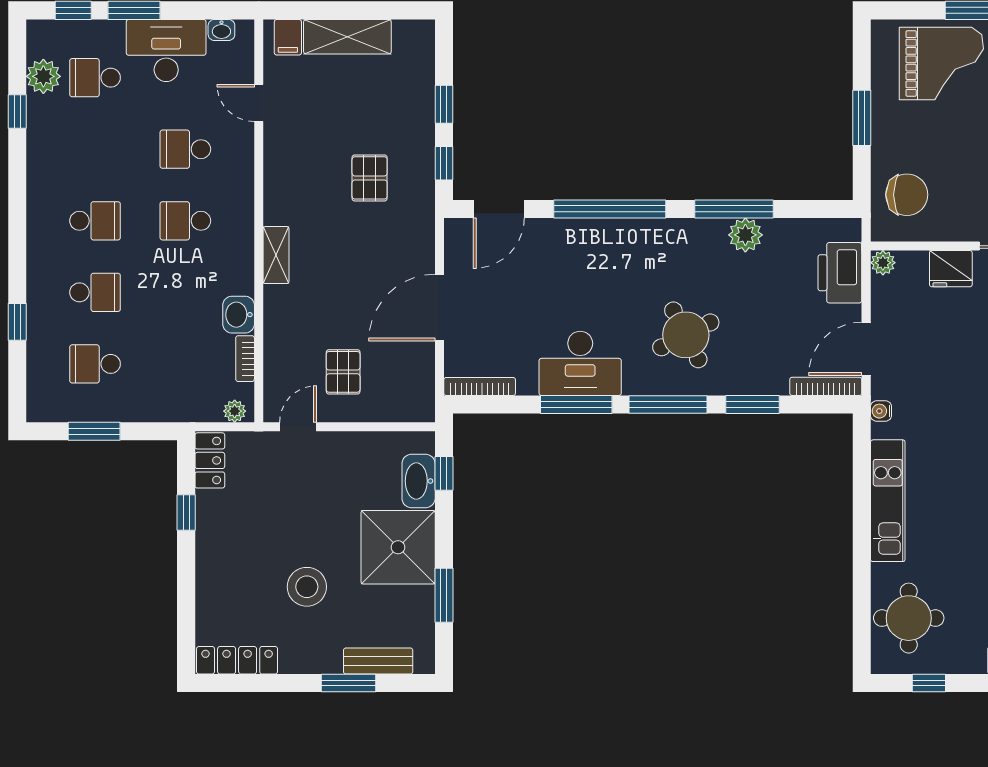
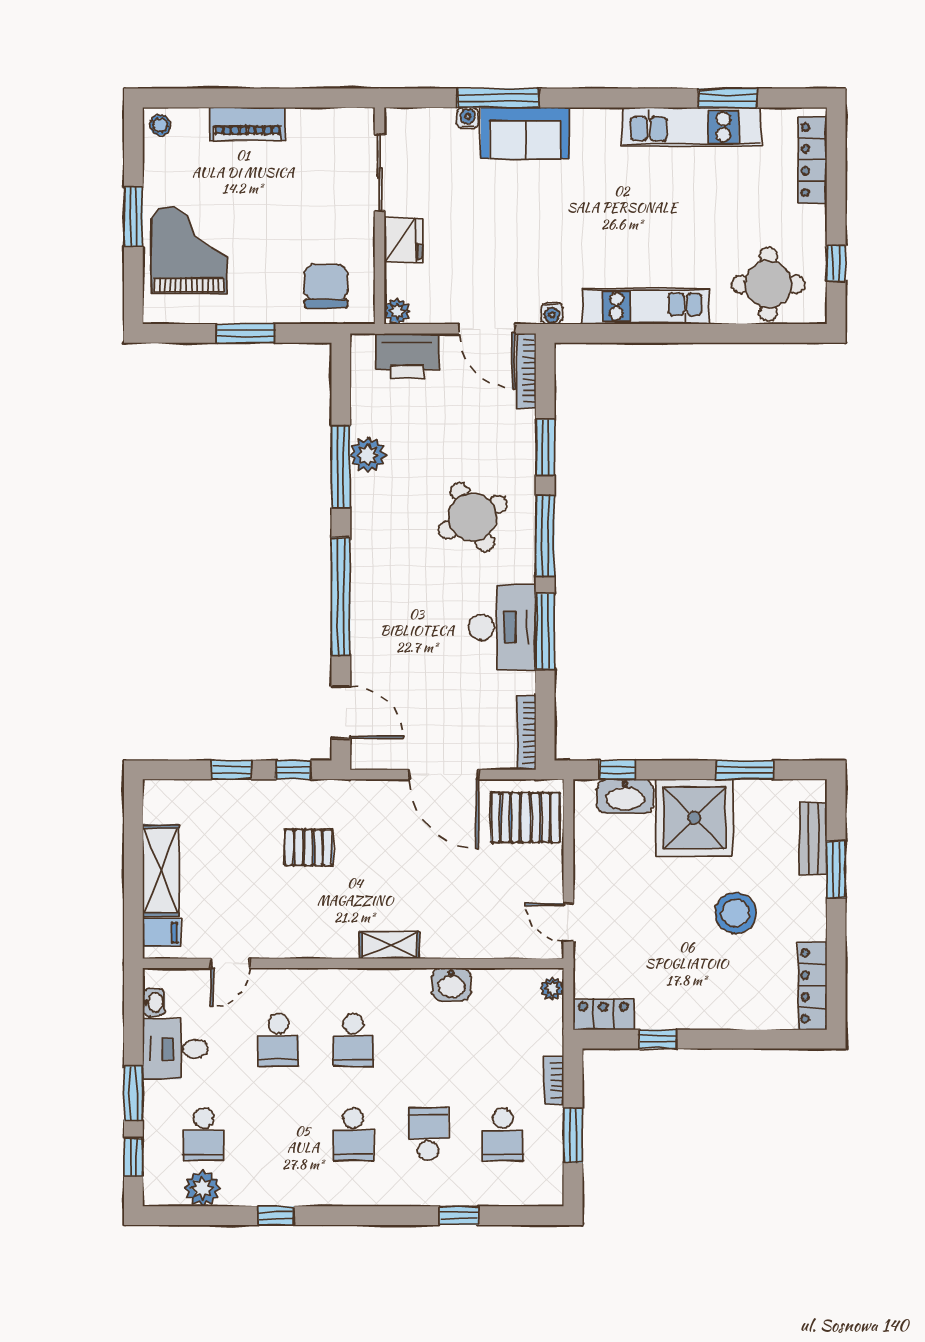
desk: (166, 50) -> (175, 1049), width x0.73
window: (17, 112) -> (276, 1216), moved
school desk: (95, 221) -> (353, 1134), turned 180
bookcase: (245, 359) -> (554, 1080), moved, turned 90
pallet: (343, 372) -> (525, 818), moved, width x1.50, depth x1.42

